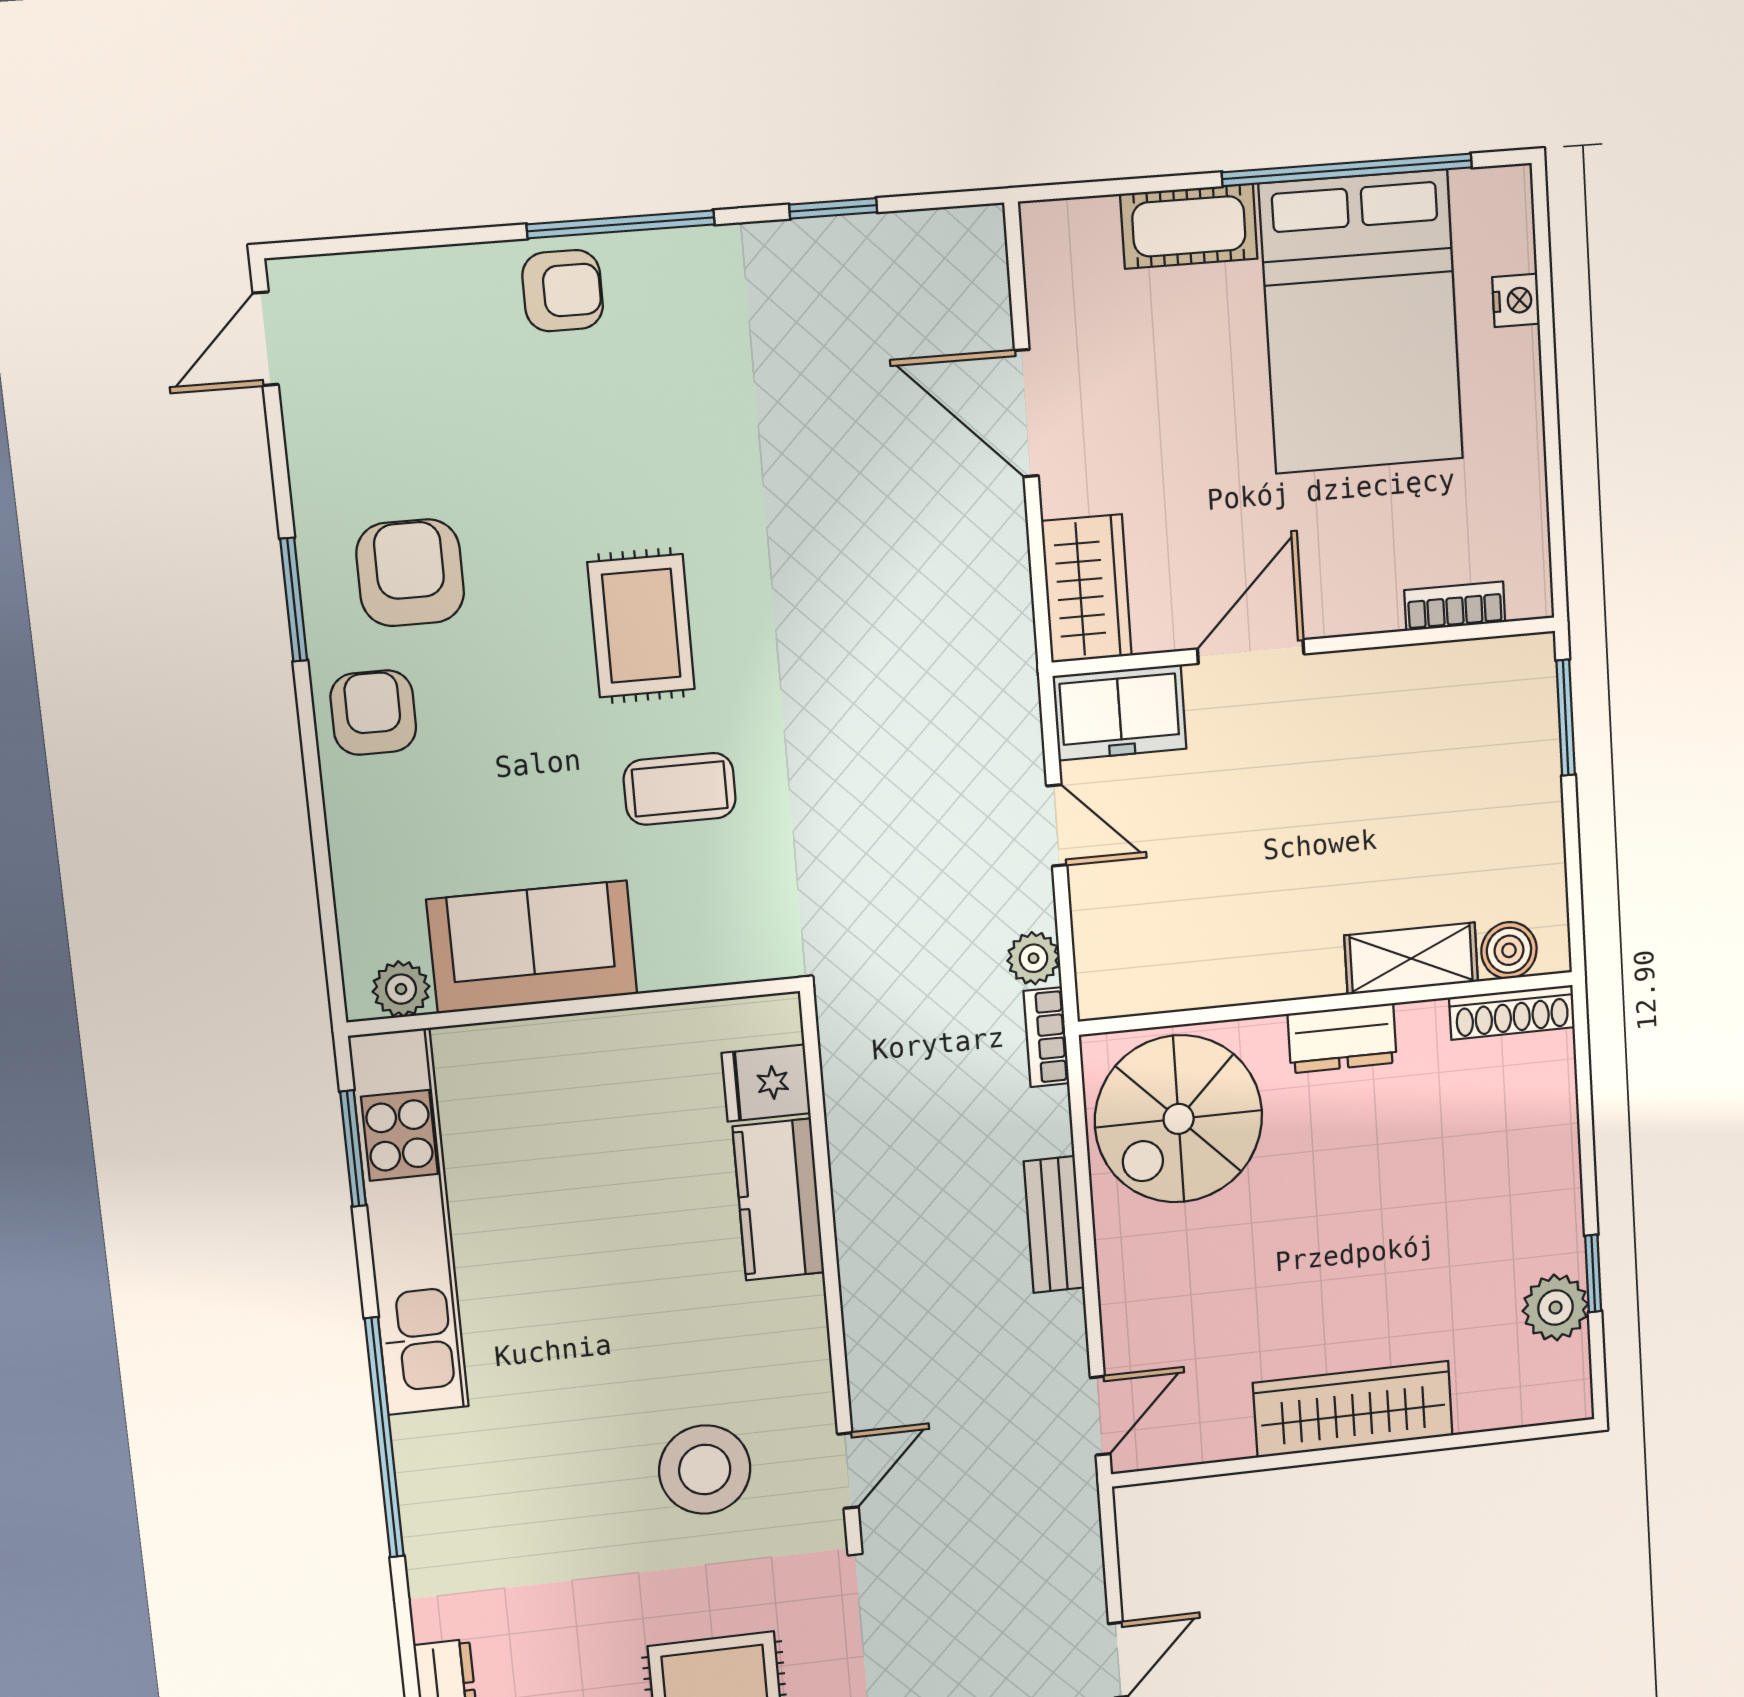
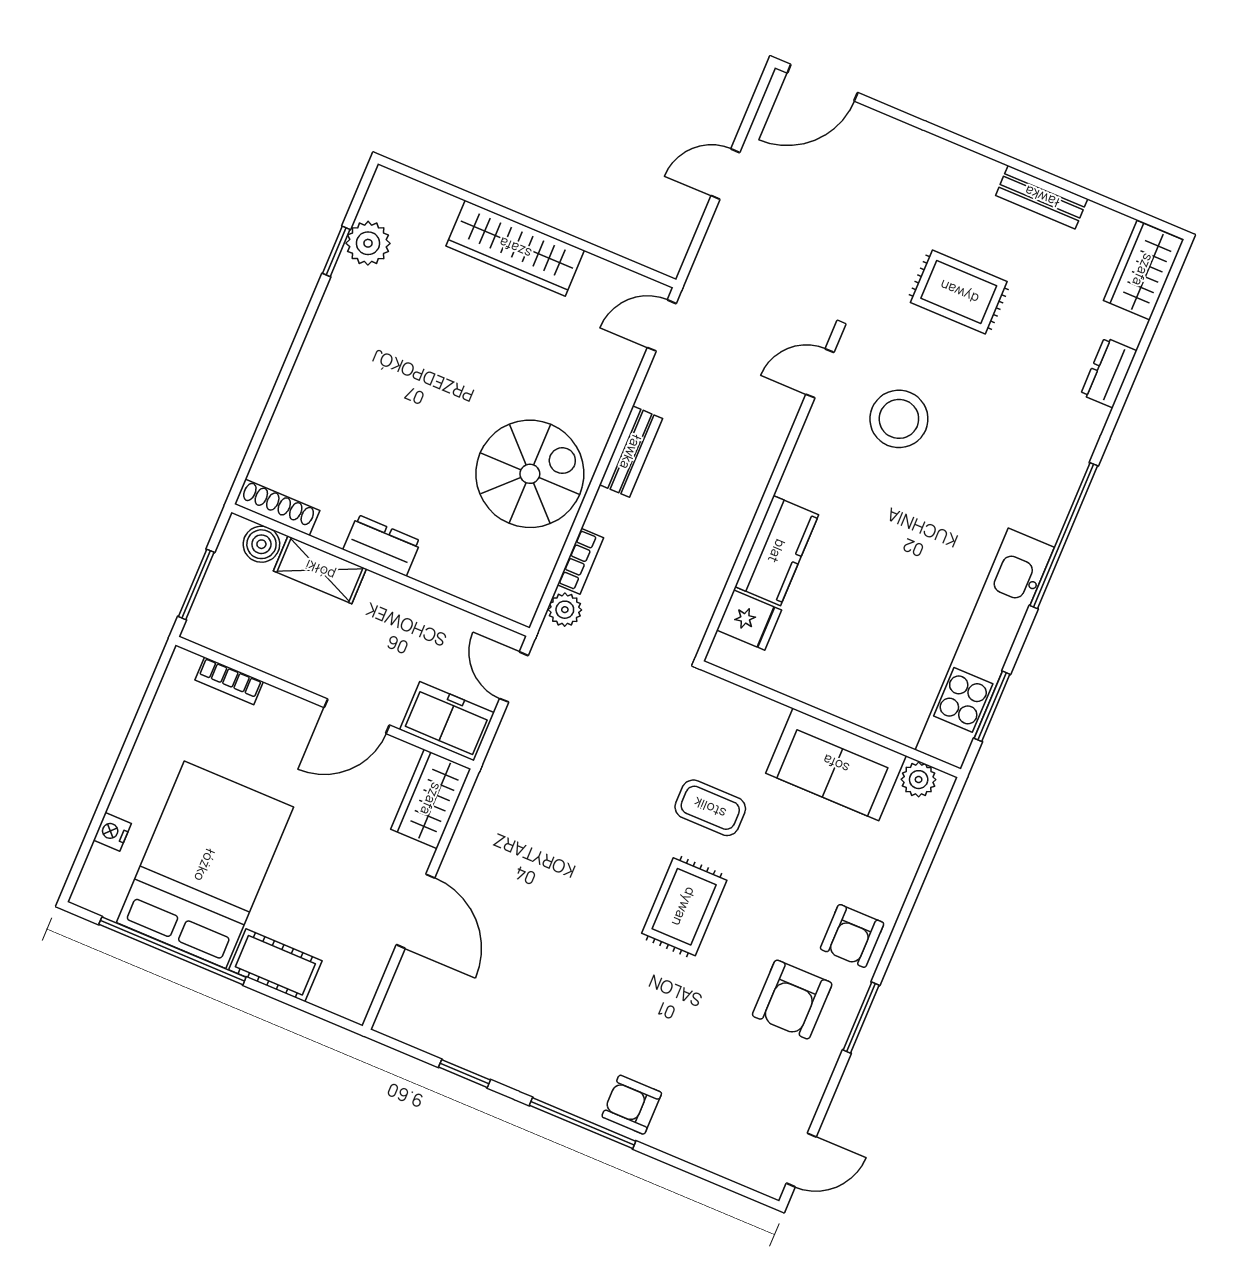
boiler: (1509, 950) -> (261, 544), moved
shelving: (1411, 959) -> (320, 570), moved
wall: (1327, 1003) -> (381, 570), moved
shoe rack: (1512, 1012) -> (277, 507), moved
dresser: (1342, 1038) -> (382, 545), moved

